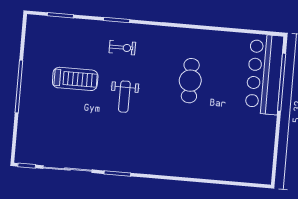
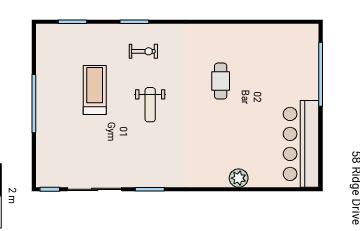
bar counter: (264, 74) -> (301, 144), moved
treadmill: (75, 79) -> (95, 90), turned -90
cafe table: (190, 81) -> (221, 81), width x0.73, depth x0.74
plant: (199, 170) -> (239, 178), added

